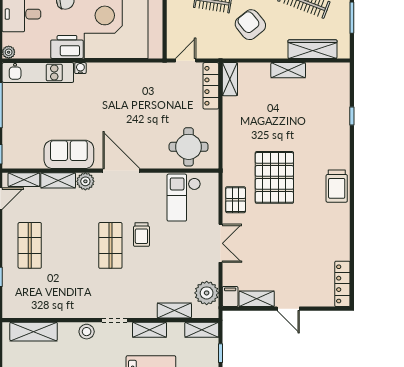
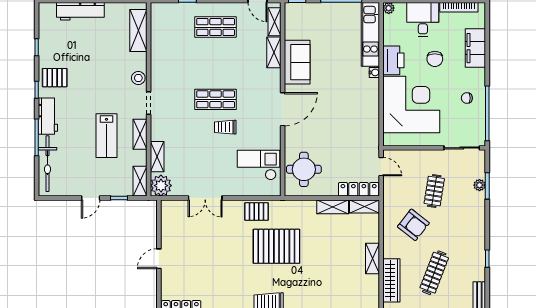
armchair: (250, 25) -> (413, 225), turned 77
plant: (85, 181) -> (273, 77), removed
double door: (220, 243) -> (205, 198), moved
plant: (207, 293) -> (161, 186), moved
filing cabinet: (230, 297) -> (170, 207), removed
shelving: (257, 299) -> (333, 207), moved, turned 90

